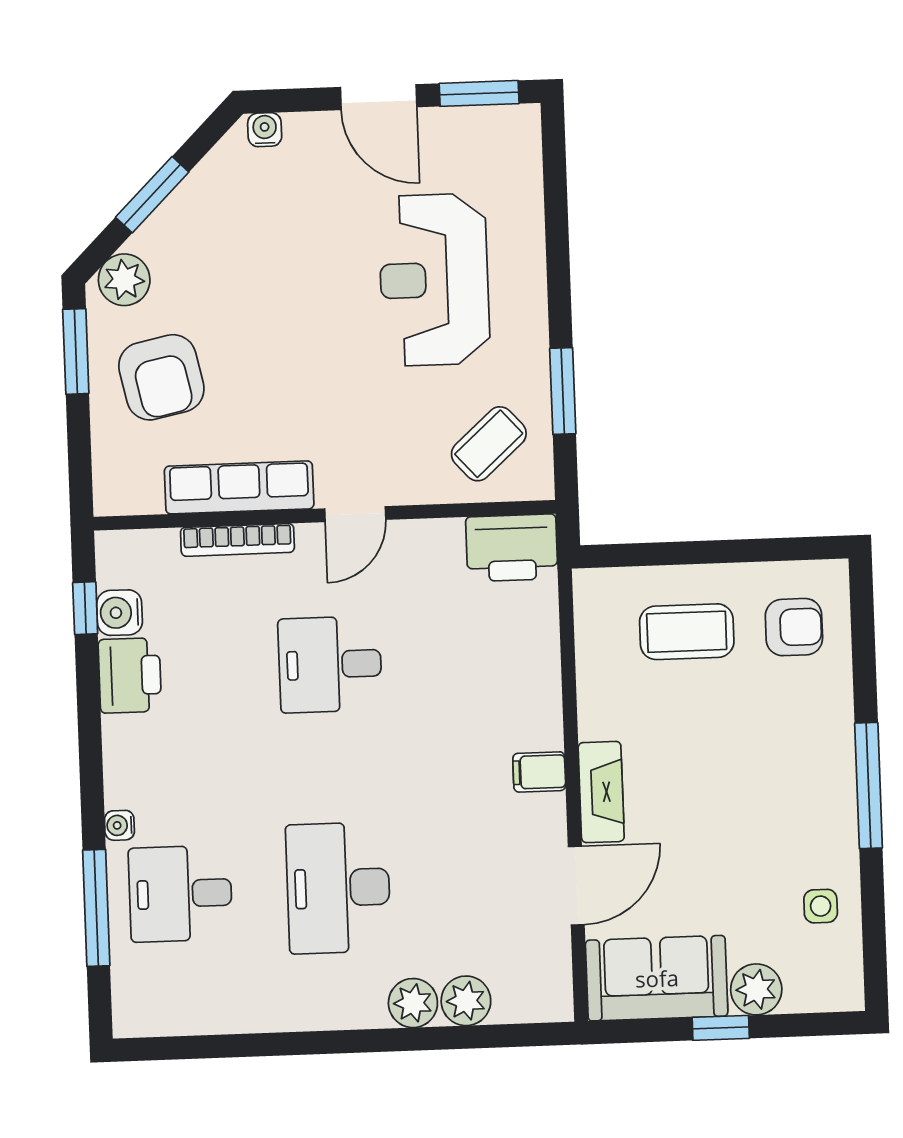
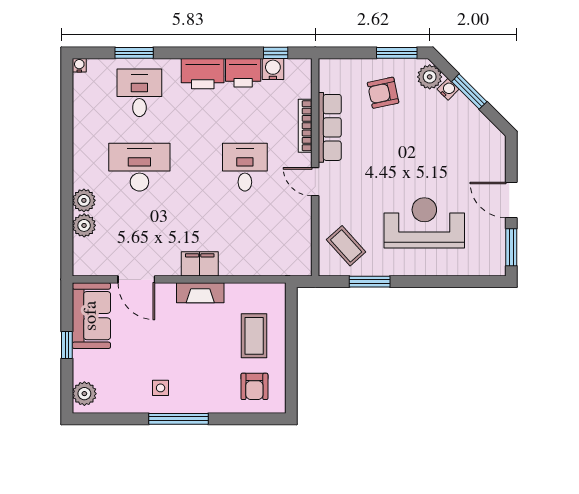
door: (379, 97) -> (511, 200), hinge flipped
water cooler: (265, 130) -> (448, 89), moved, turned -45
armchair: (161, 377) -> (383, 93), width x0.72, depth x0.72
printer: (512, 548) -> (203, 74), moved, turned -90
filing cabinet: (539, 772) -> (200, 264), width x2.00
fireplace: (601, 792) -> (200, 293), moved
water cooler: (119, 825) -> (79, 65), moved
side table: (821, 906) -> (161, 388), moved
window: (96, 908) -> (134, 53), width x0.69
plant: (756, 989) -> (84, 394), moved

